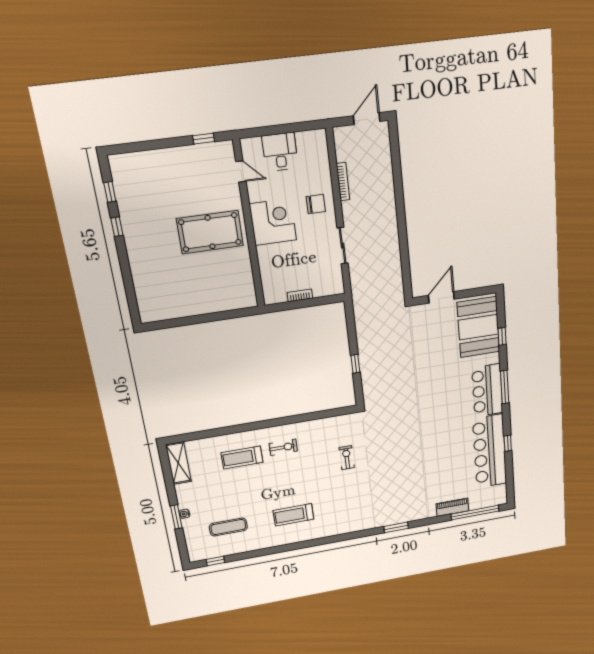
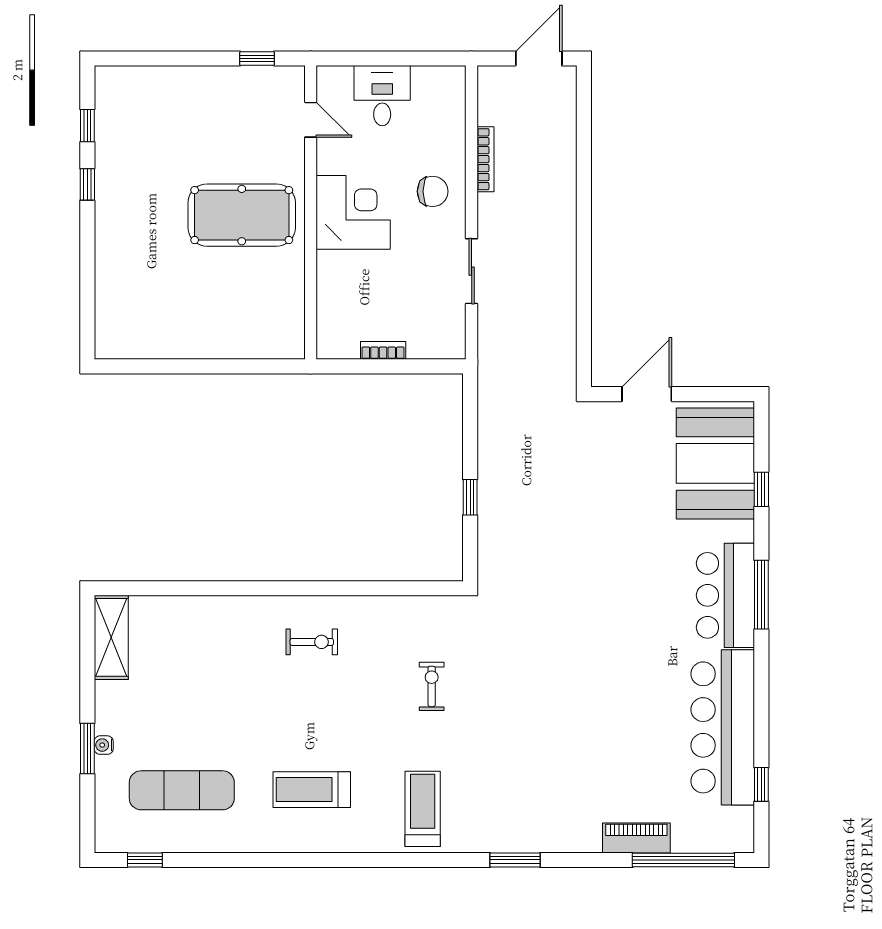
window: (508, 443) -> (761, 784), moved
treadmill: (242, 457) -> (423, 809), moved, turned 90
exercise mat: (228, 527) -> (182, 790), width x1.36, depth x1.45

